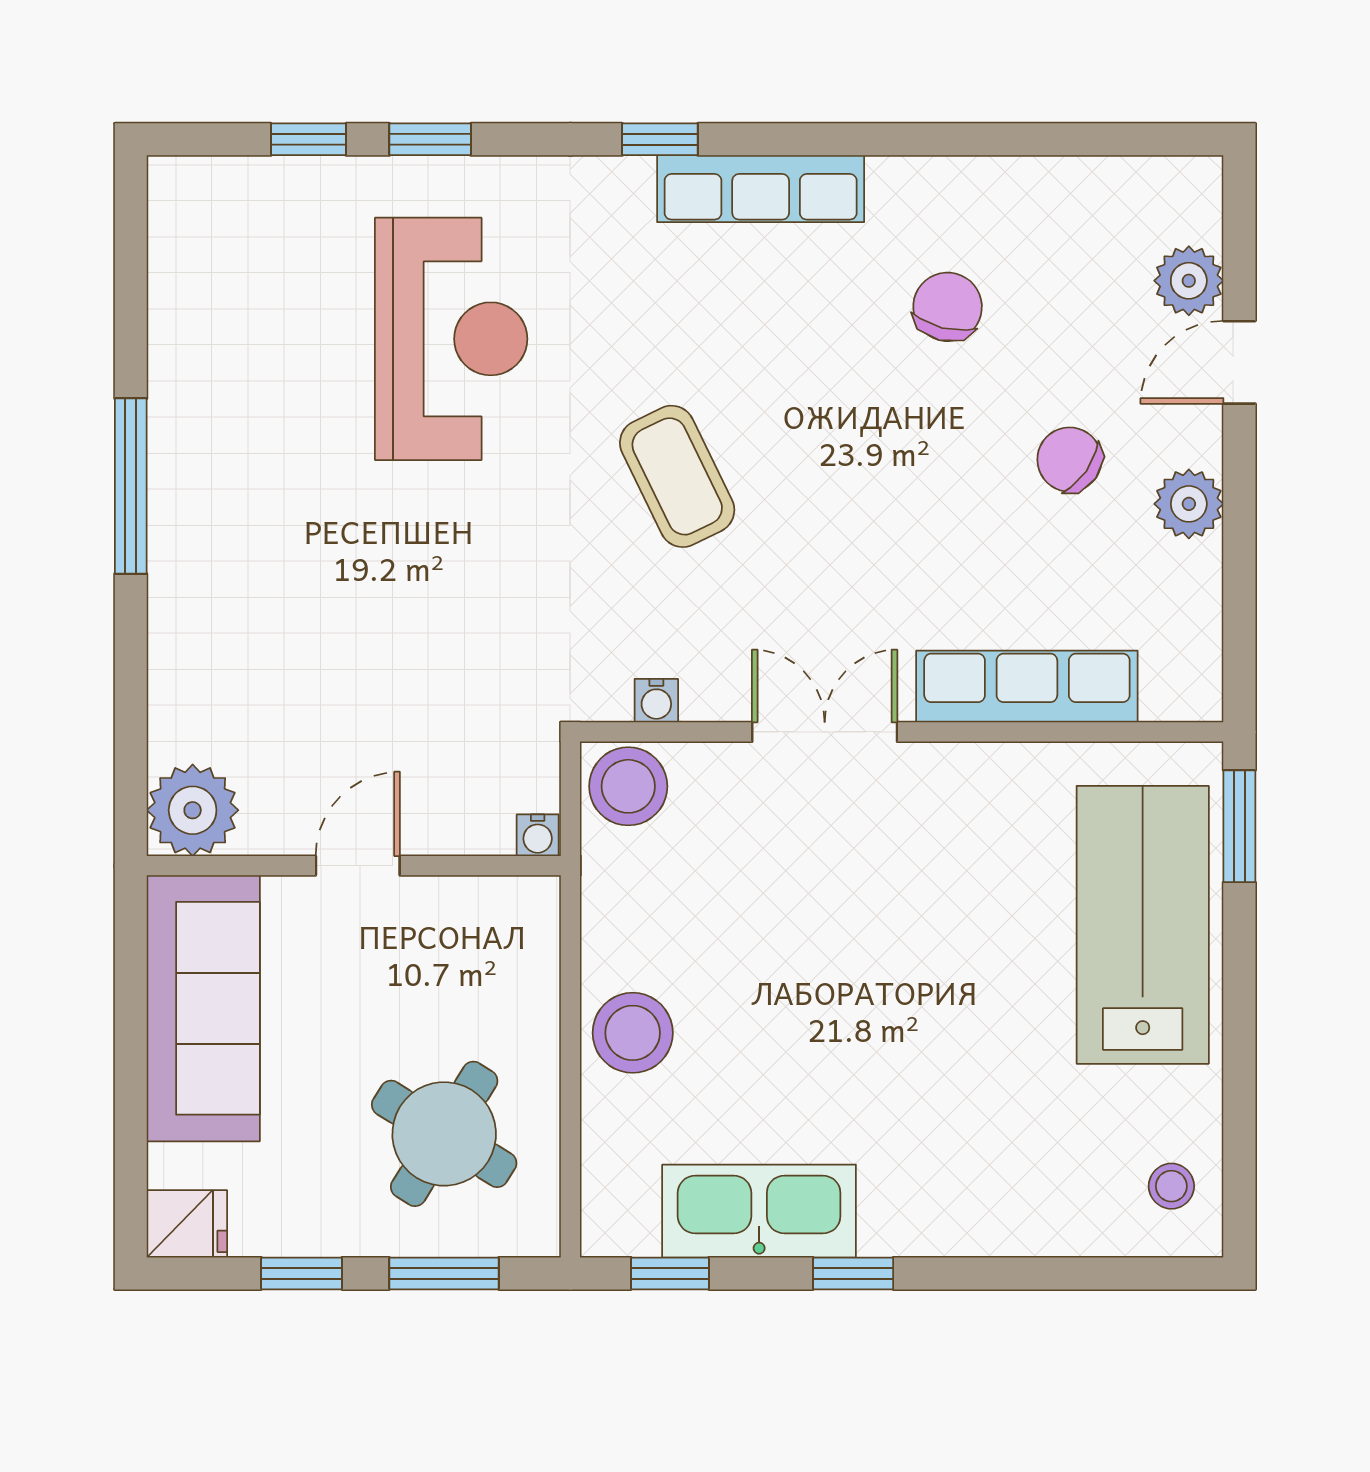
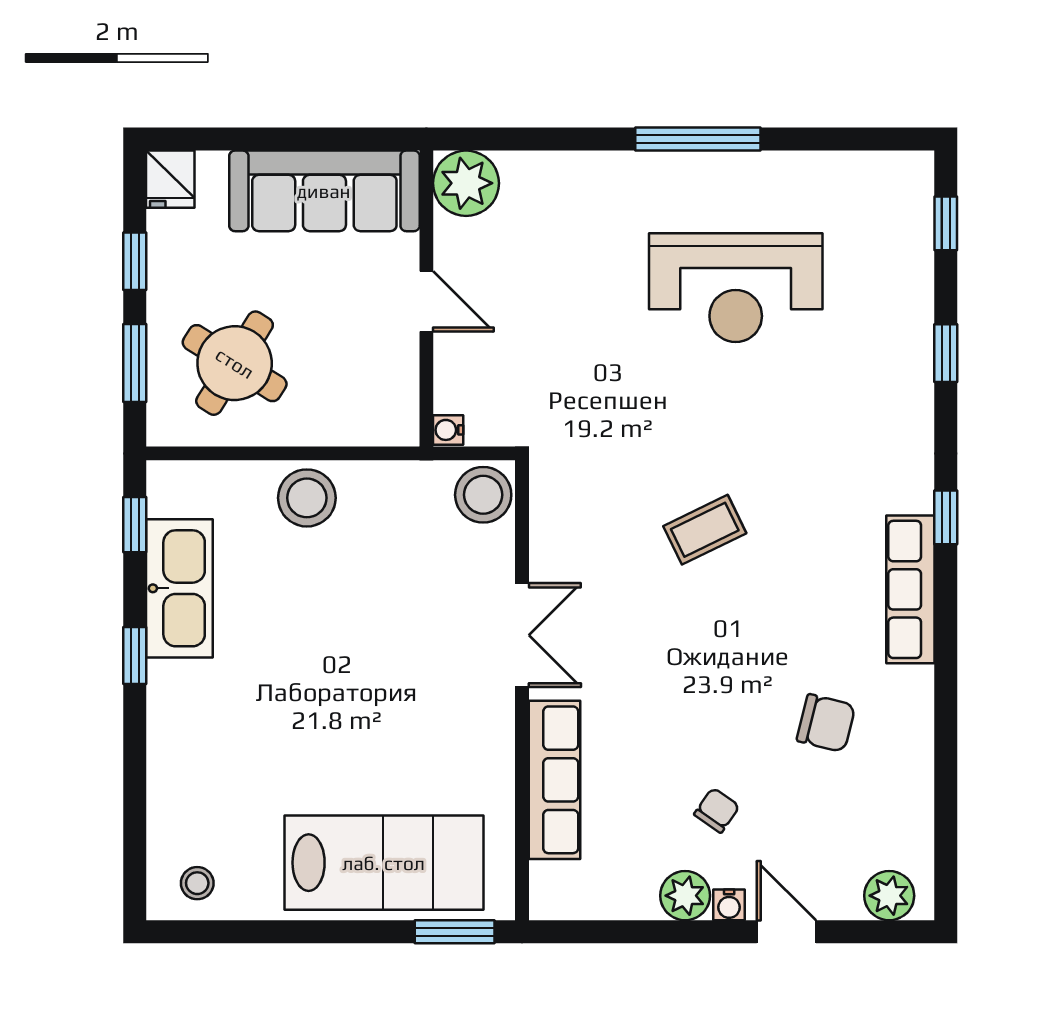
window: (309, 139) -> (946, 223), moved
plant: (1189, 281) -> (889, 896), moved
reception desk: (451, 339) -> (736, 288), moved
chair: (1069, 460) -> (717, 810), width x0.73, depth x0.73
coffee table: (677, 476) -> (705, 530), width x0.73, depth x0.77
water cooler: (656, 701) -> (729, 905), moved, turned -90

